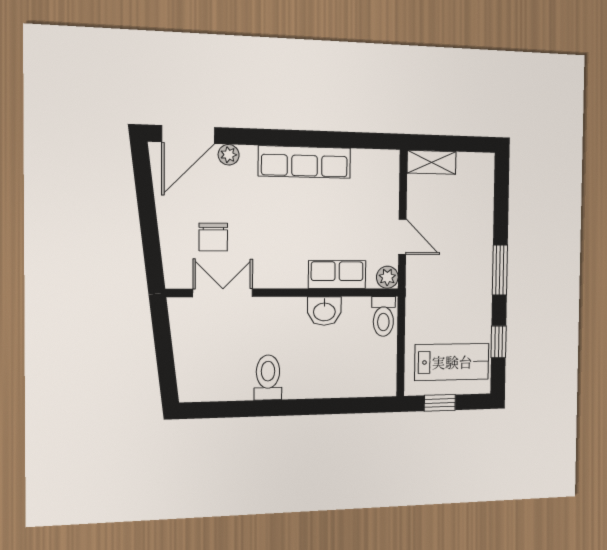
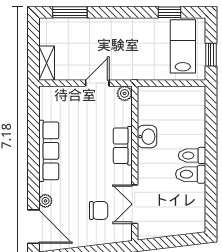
window: (500, 270) -> (70, 12), moved
row of seats: (337, 275) -> (123, 146), moved
toilet: (383, 316) -> (192, 155), moved, turned 180

